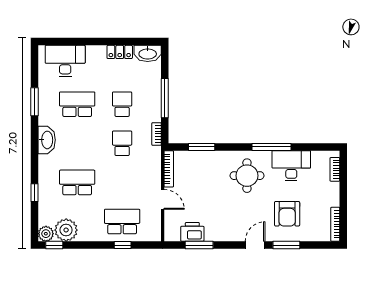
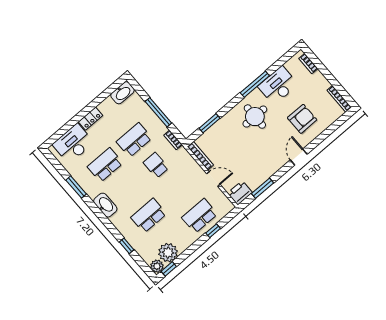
locker: (120, 52) -> (90, 119), moved
school desk: (122, 104) -> (134, 140), width x1.85
armchair: (287, 214) -> (302, 119), turned -90
printer: (192, 232) -> (240, 193), moved
window: (286, 245) -> (319, 140), removed

